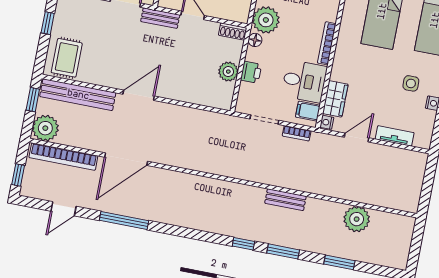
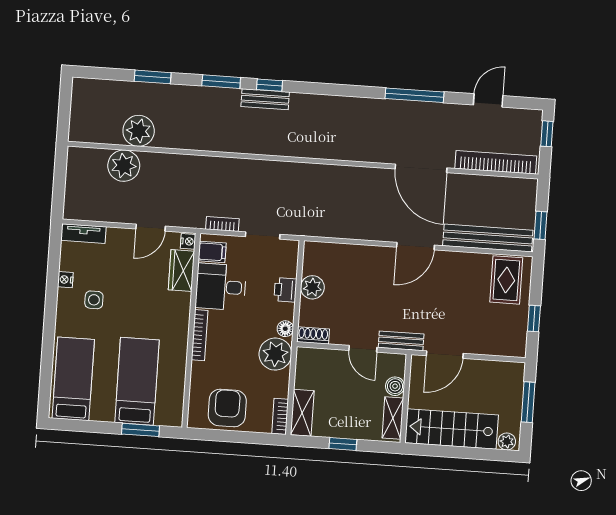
plant: (45, 128) -> (124, 166), moved
tv unit: (395, 136) -> (83, 234), moved
door: (126, 159) -> (421, 168), swing flipped
bench: (285, 200) -> (265, 99), moved

